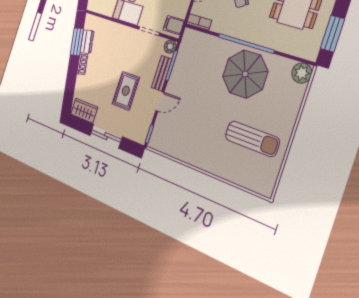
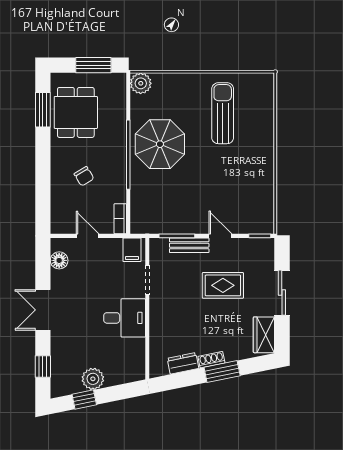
window: (77, 42) -> (222, 372), moved
plant: (170, 47) -> (157, 245), removed

